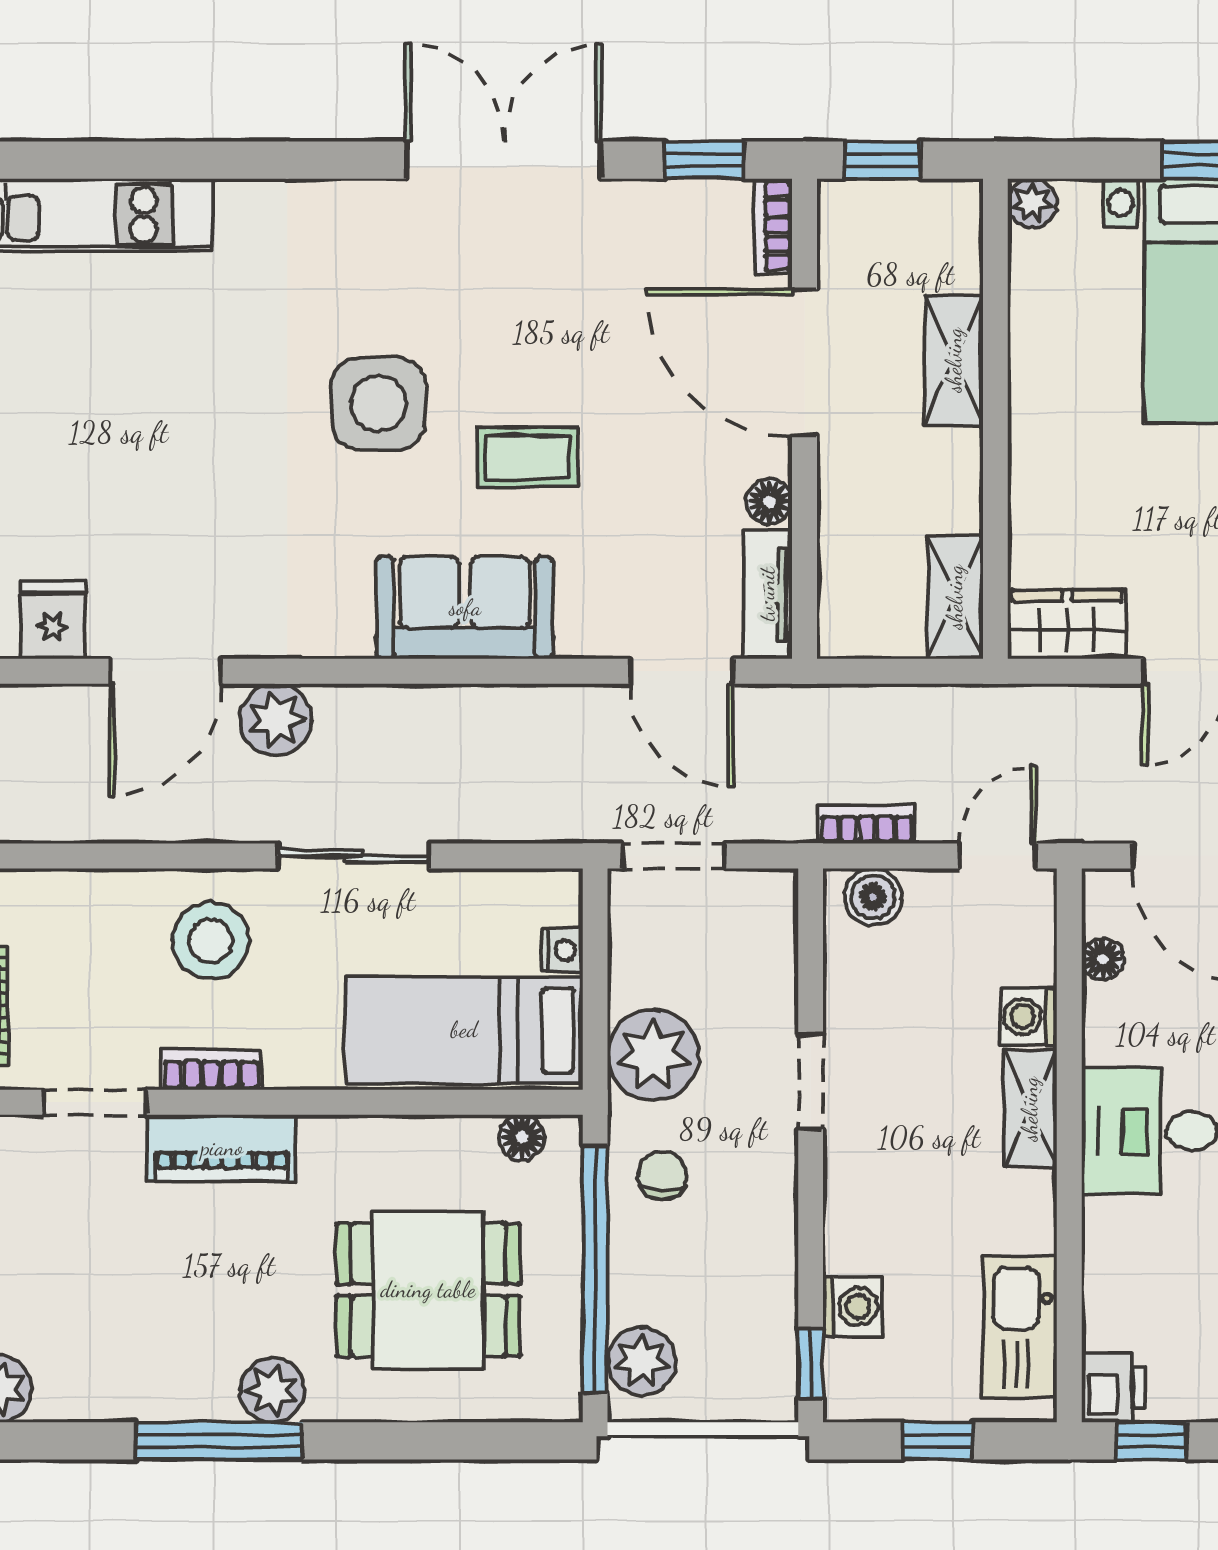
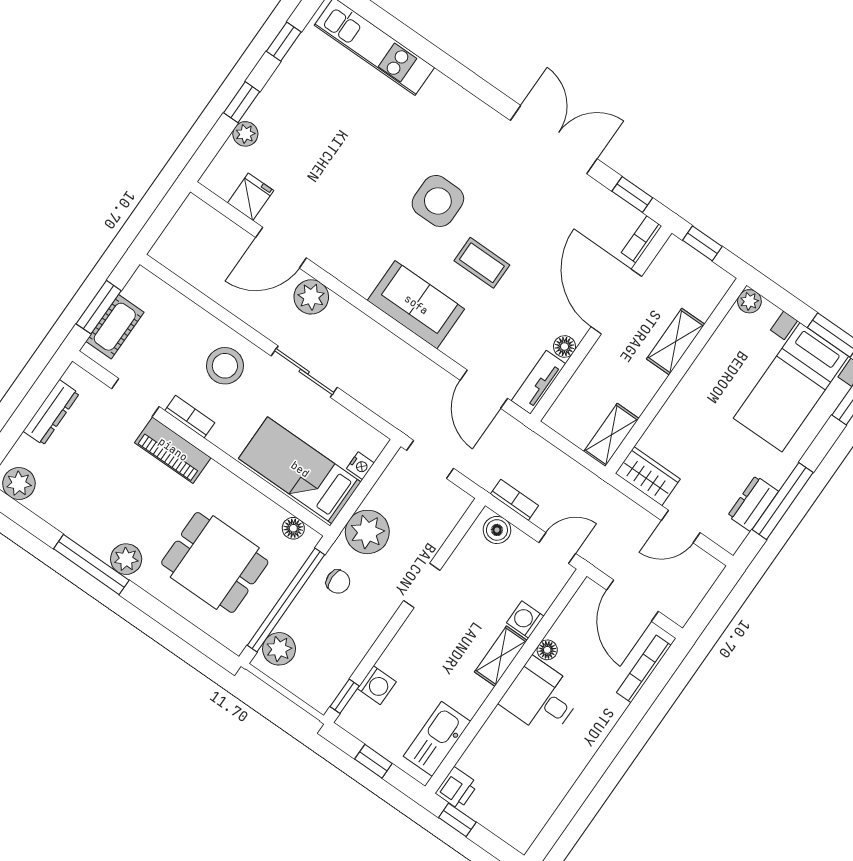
floor lamp: (1102, 959) -> (547, 650), moved
chair: (662, 1176) -> (338, 582), turned 90

